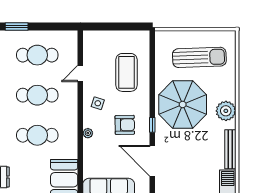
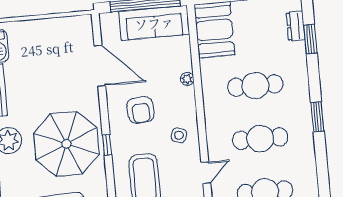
armchair: (125, 125) -> (141, 110), turned -93
window: (152, 125) -> (107, 145), moved
plant: (88, 133) -> (187, 79), moved

